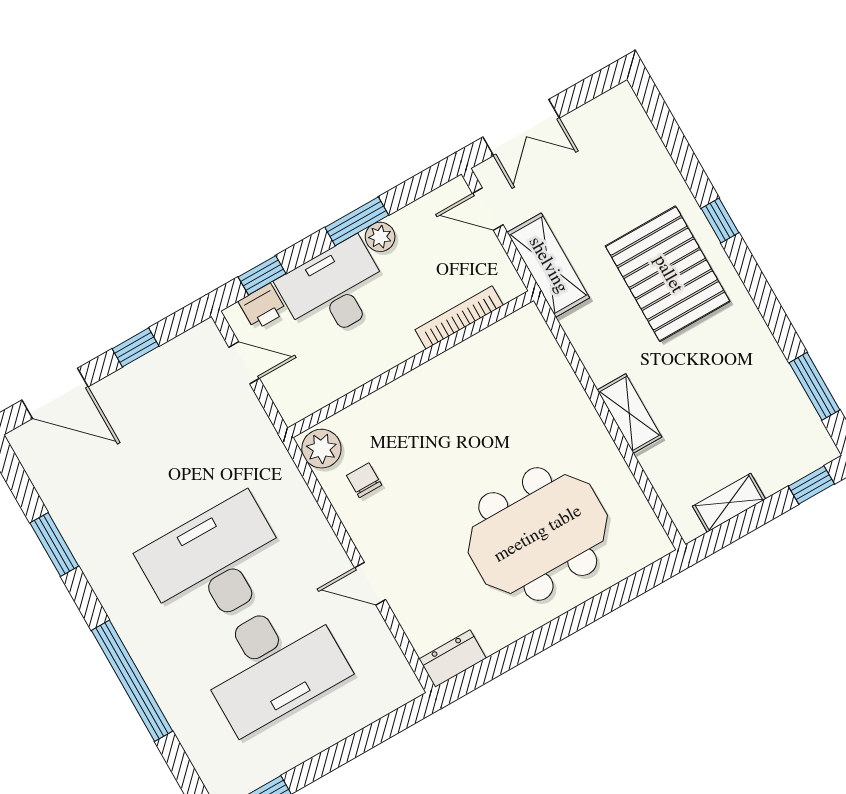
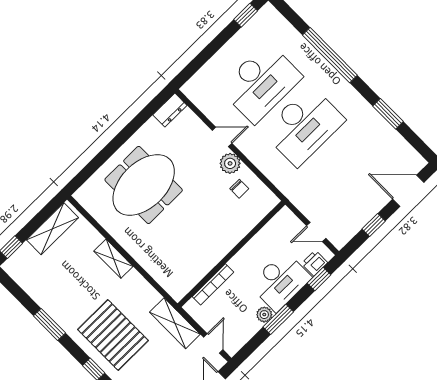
door: (488, 209) -> (213, 343), hinge flipped
window: (815, 386) -> (49, 324), moved
plant: (321, 449) -> (230, 163), moved
shelving: (729, 503) -> (52, 229), width x1.50, depth x1.33
desk: (272, 664) -> (261, 83), turned 180

